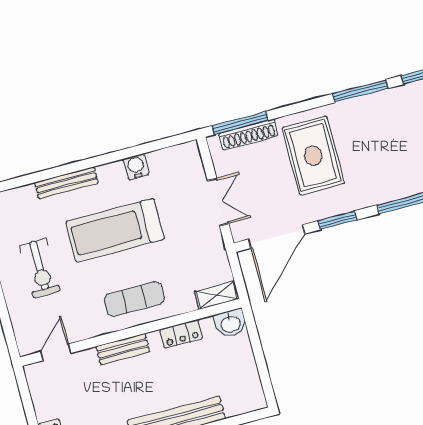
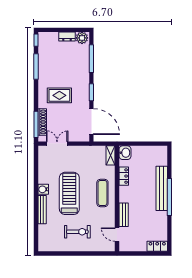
rug: (313, 156) -> (59, 95), width x0.73, depth x0.70
water cooler: (136, 167) -> (43, 189), moved
double door: (218, 202) -> (57, 144), moved
treadmill: (115, 230) -> (69, 193), turned 180
bench: (123, 349) -> (124, 215), moved

